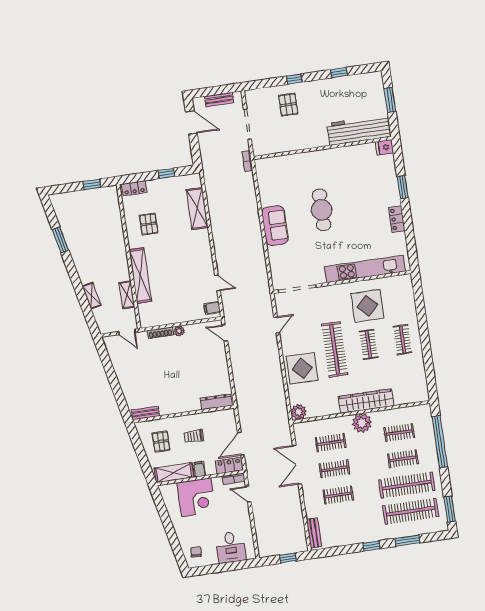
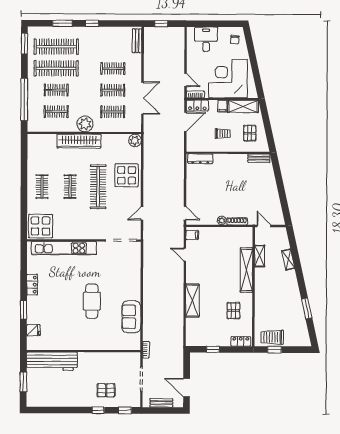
window: (339, 73) -> (125, 410), moved
pallet: (288, 105) -> (106, 390), turned 90
fridge: (385, 147) -> (33, 330), moved
trolley: (97, 199) -> (272, 337), added
shelving: (197, 209) -> (192, 301), moved
sofa: (275, 226) -> (131, 317), moved
display table: (367, 306) -> (41, 226), moved
corner desk: (196, 497) -> (228, 79), width x1.36, depth x1.36

